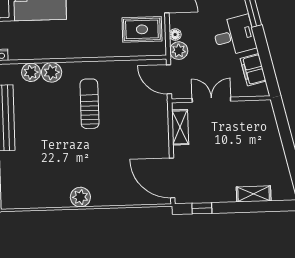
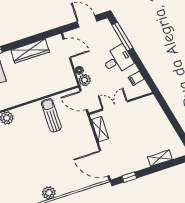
rug: (142, 29) -> (57, 73), removed
filing cabinet: (253, 70) -> (136, 78), width x0.50
sun lounger: (89, 104) -> (51, 115), moved

